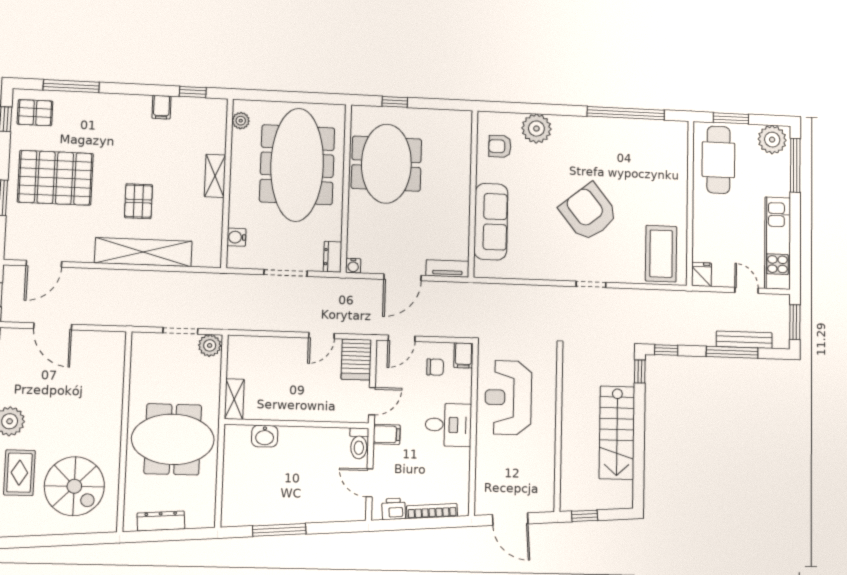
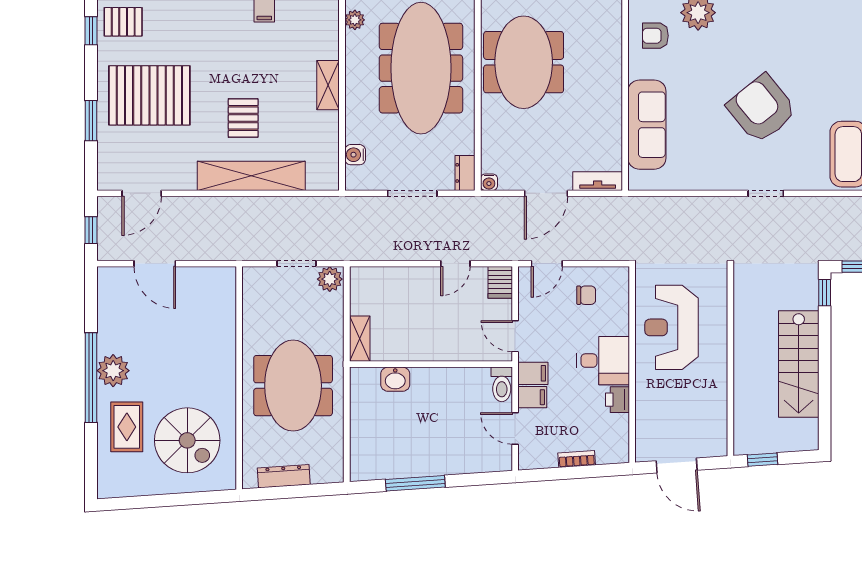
filing cabinet: (463, 355) -> (532, 397), moved, turned -90
server rack: (356, 359) -> (500, 282), width x0.73, depth x0.70
door: (372, 401) -> (515, 336), swing flipped
meeting table: (173, 439) -> (293, 386), turned 90
printer: (394, 509) -> (618, 400), moved, turned -86
bookcase: (432, 511) -> (577, 459), width x0.64

